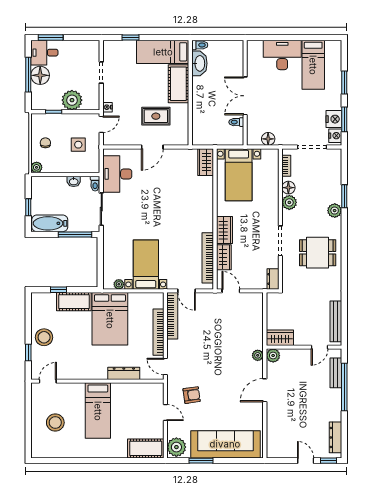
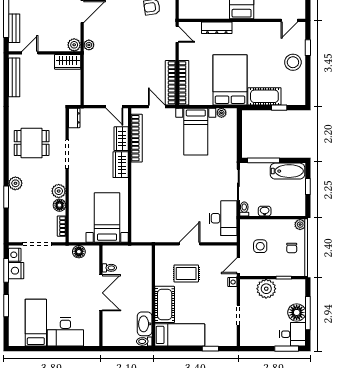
wardrobe: (206, 162) -> (139, 230), removed
bookcase: (158, 332) -> (184, 83), moved

